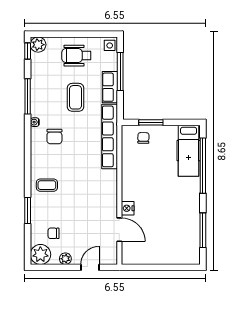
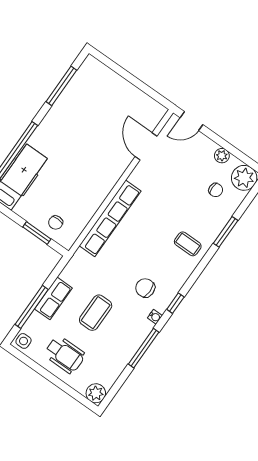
window: (28, 51) -> (175, 303), moved
row of seats: (110, 136) -> (110, 218), moved
chair: (54, 137) -> (145, 288), turned -90
nightstand: (128, 208) -> (122, 162), removed
door: (90, 267) -> (191, 121), moved

